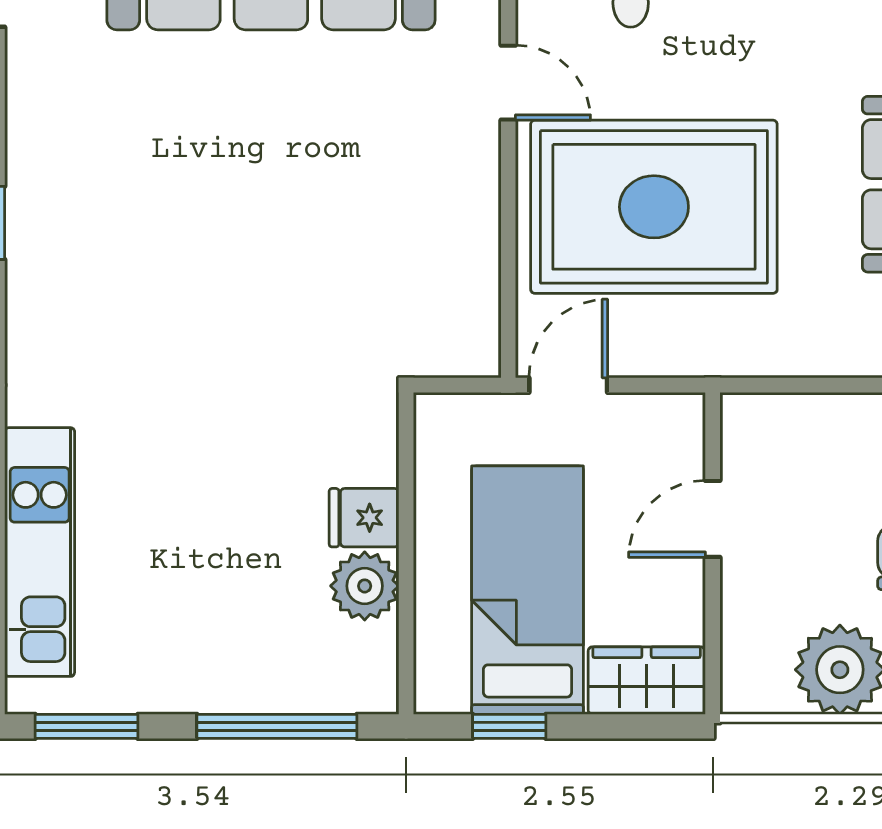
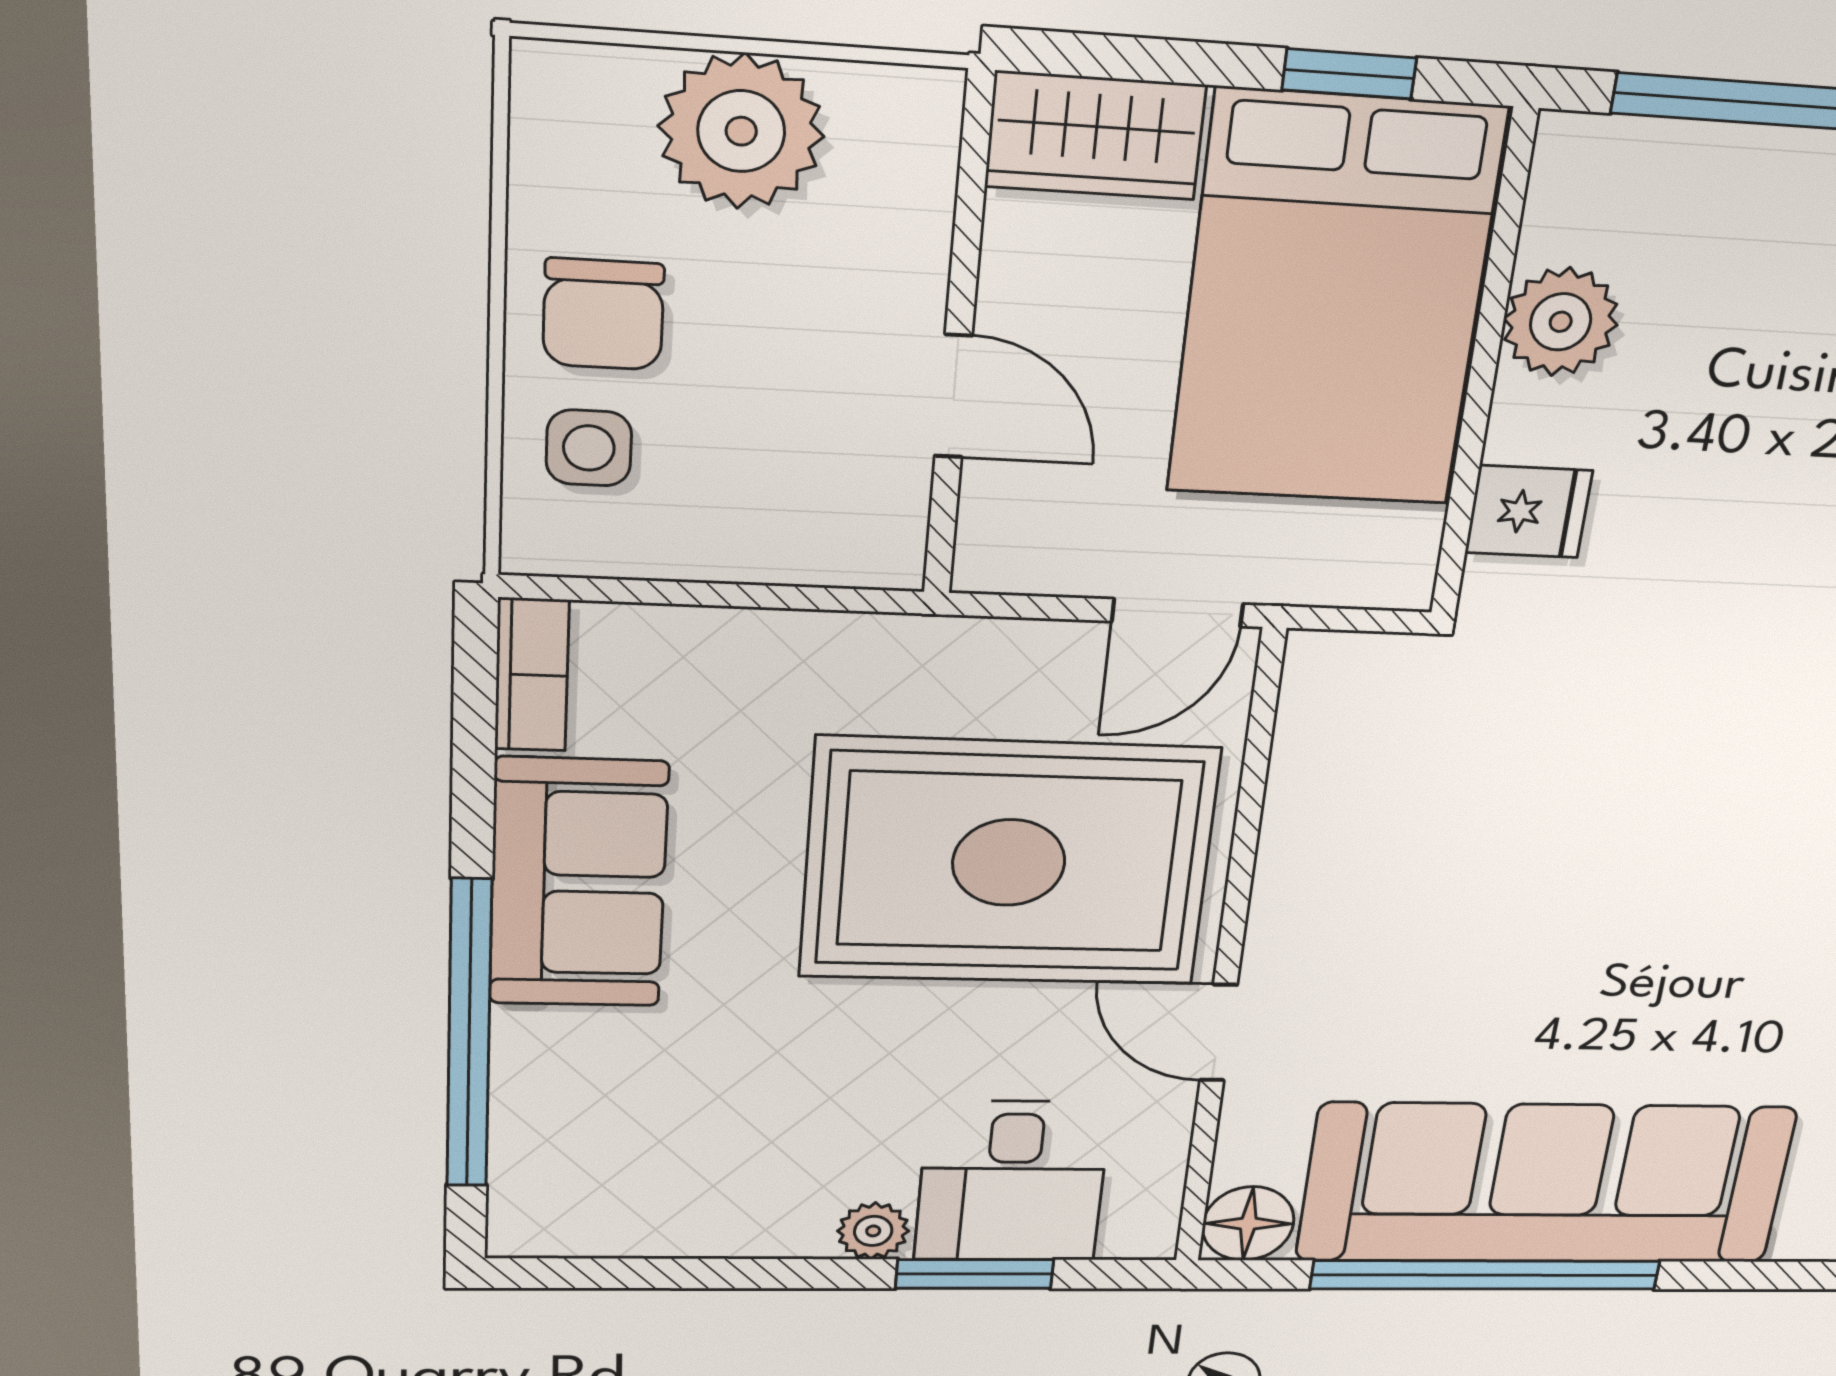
fridge: (364, 518) -> (1529, 512), moved
door: (713, 519) -> (953, 396), hinge flipped
bed: (528, 590) -> (1335, 302), width x1.50

